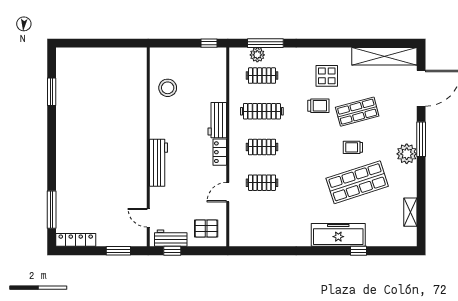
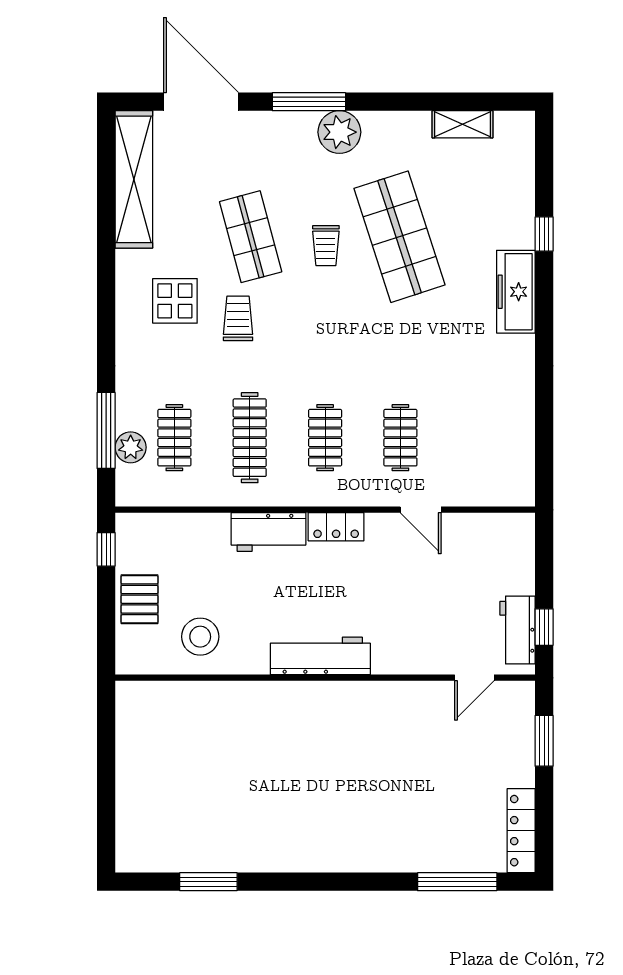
workbench: (159, 163) -> (320, 656), moved
pallet: (206, 229) -> (139, 599), moved
freezer: (338, 235) -> (516, 292), width x0.73, depth x0.79

